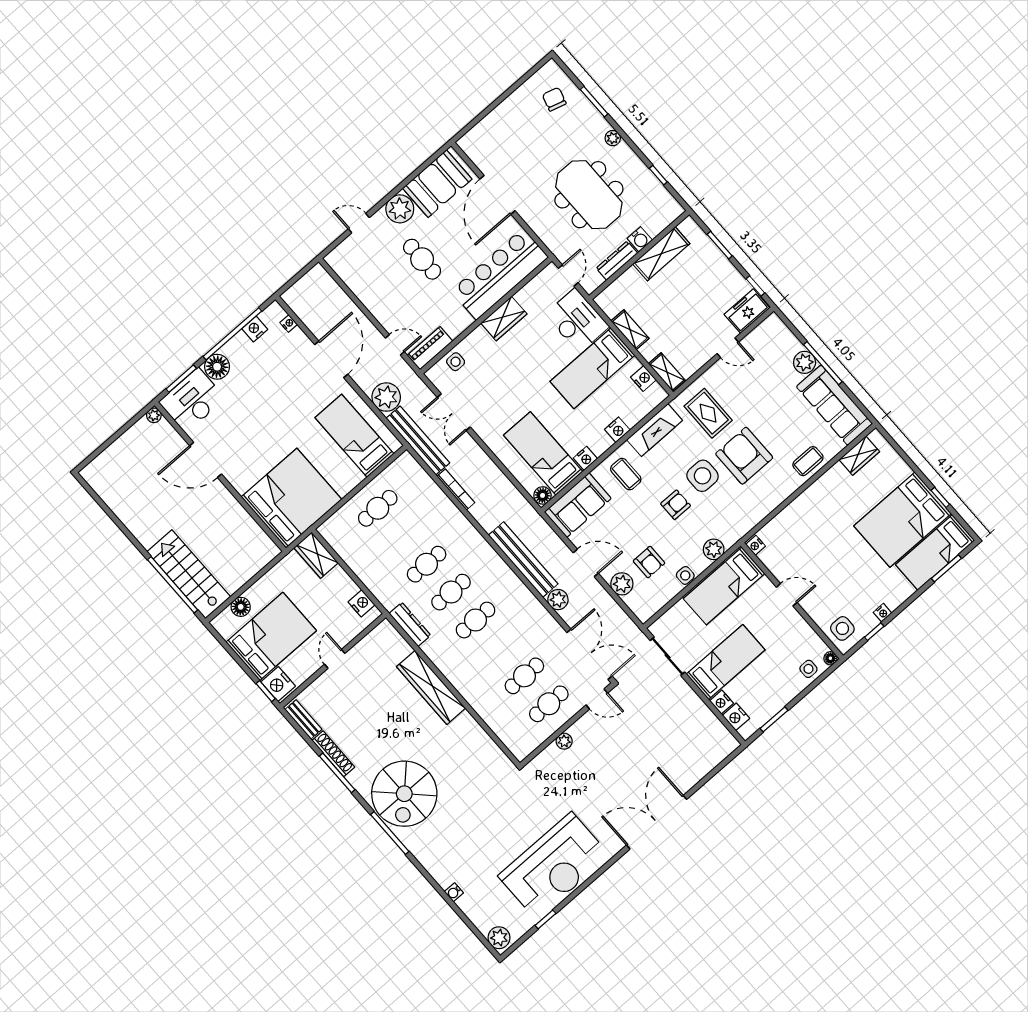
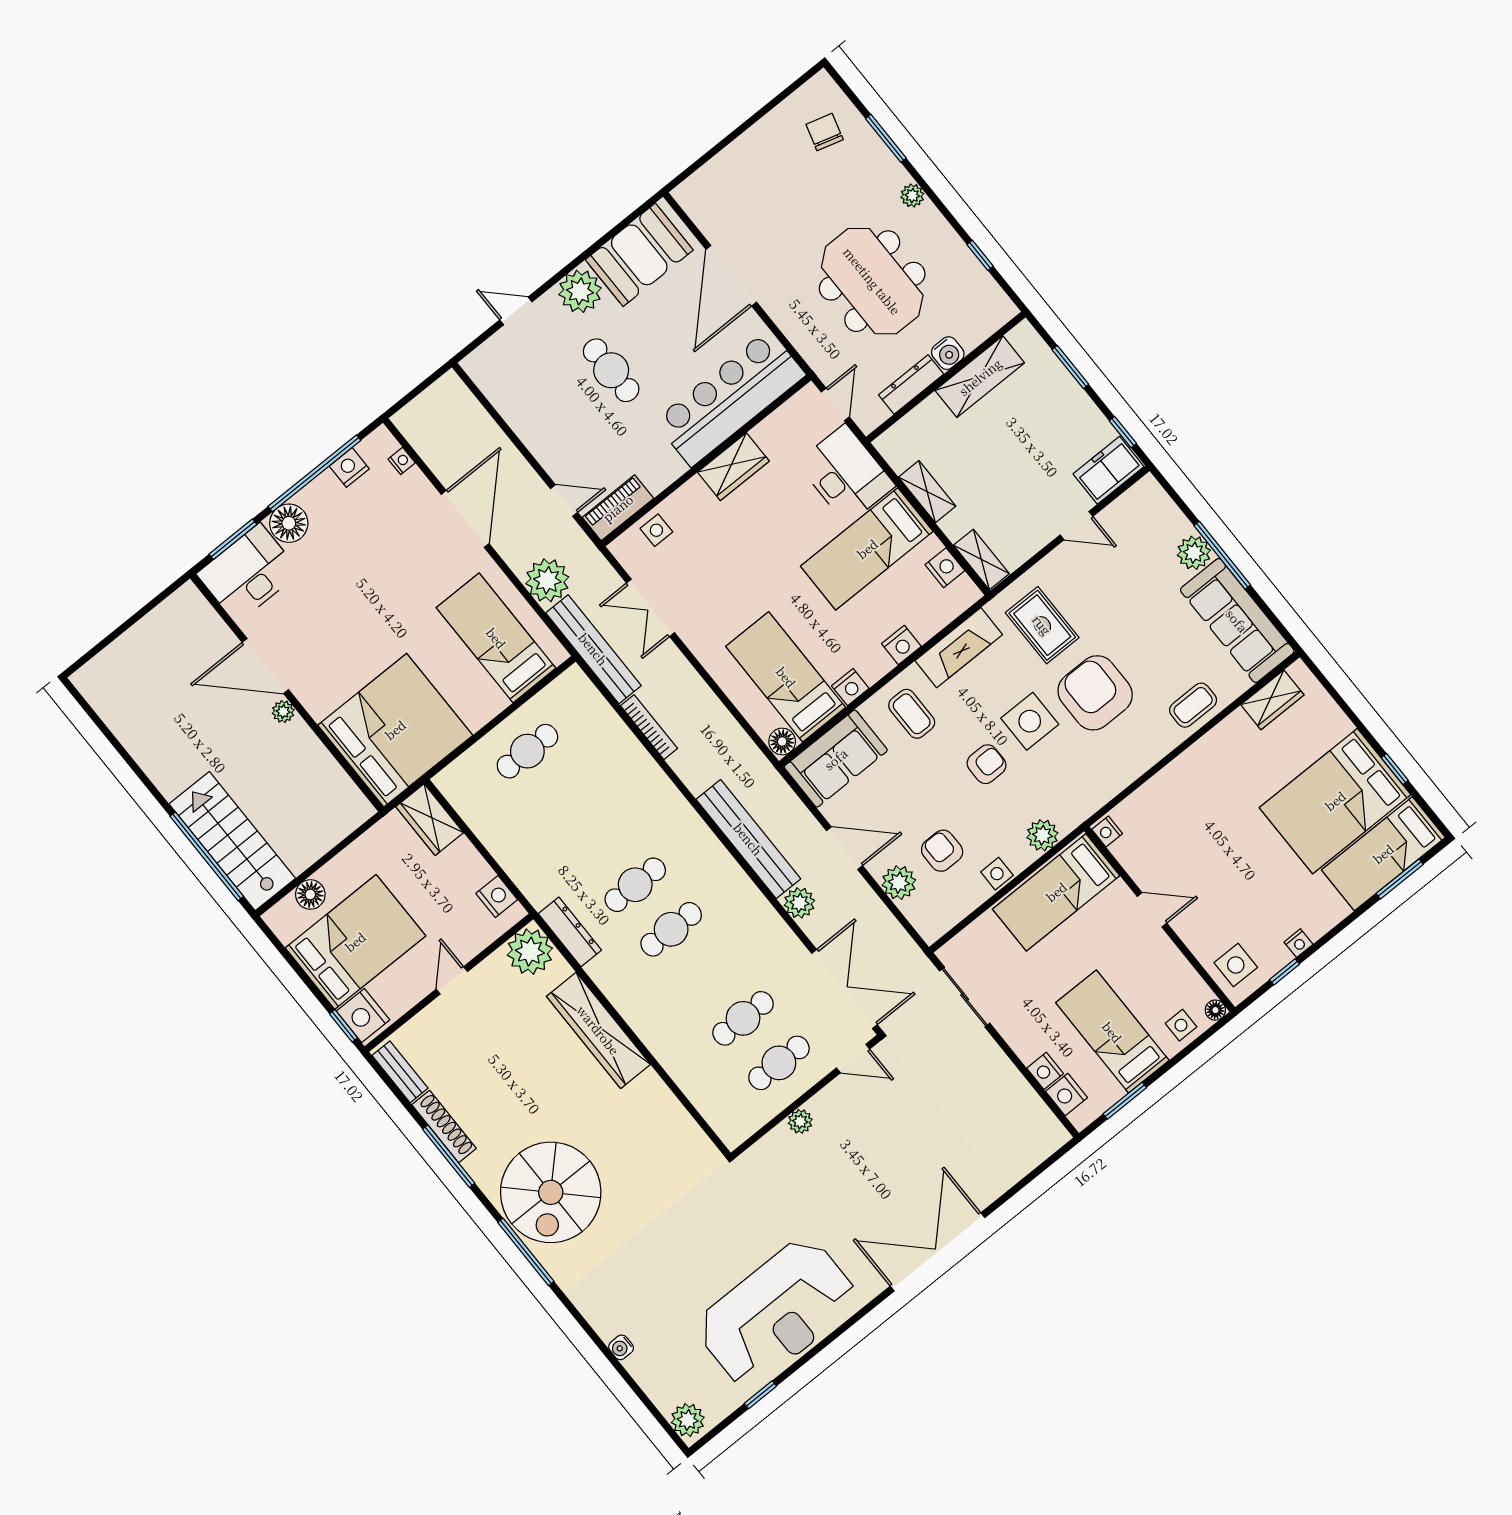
plant: (154, 415) -> (283, 712), moved
armchair: (649, 562) -> (942, 851), turned 180
cafe table: (427, 564) -> (599, 840), removed
plant: (385, 638) -> (530, 952), added
bed: (726, 662) -> (1112, 1032), moved, turned -90

